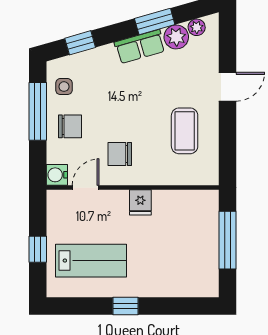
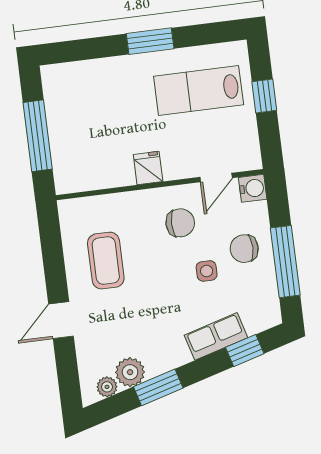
row of seats: (140, 47) -> (216, 336), moved
side table: (64, 87) -> (207, 271), moved
window: (126, 306) -> (150, 41), width x1.50

